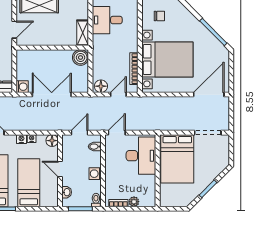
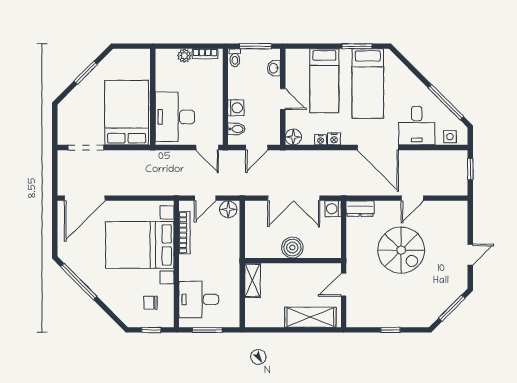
desk: (107, 20) -> (199, 299), moved, turned 180
boiler: (81, 57) -> (292, 248), moved
door: (117, 133) -> (207, 148), hinge flipped
washing machine: (95, 174) -> (236, 108), moved

